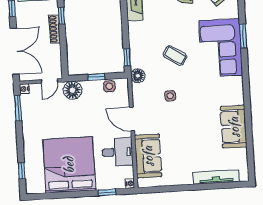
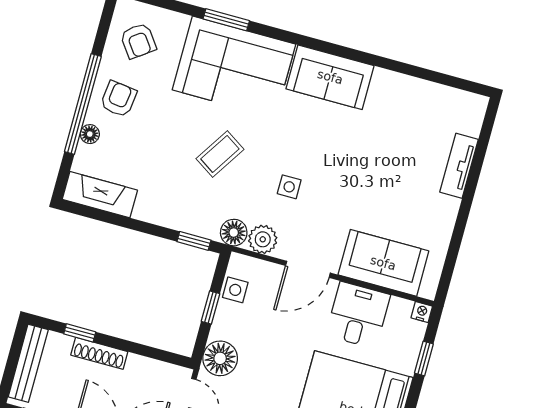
plant: (139, 91) -> (263, 239), added
sofa: (234, 127) -> (330, 77), moved
tv unit: (216, 177) -> (459, 166), width x0.71

